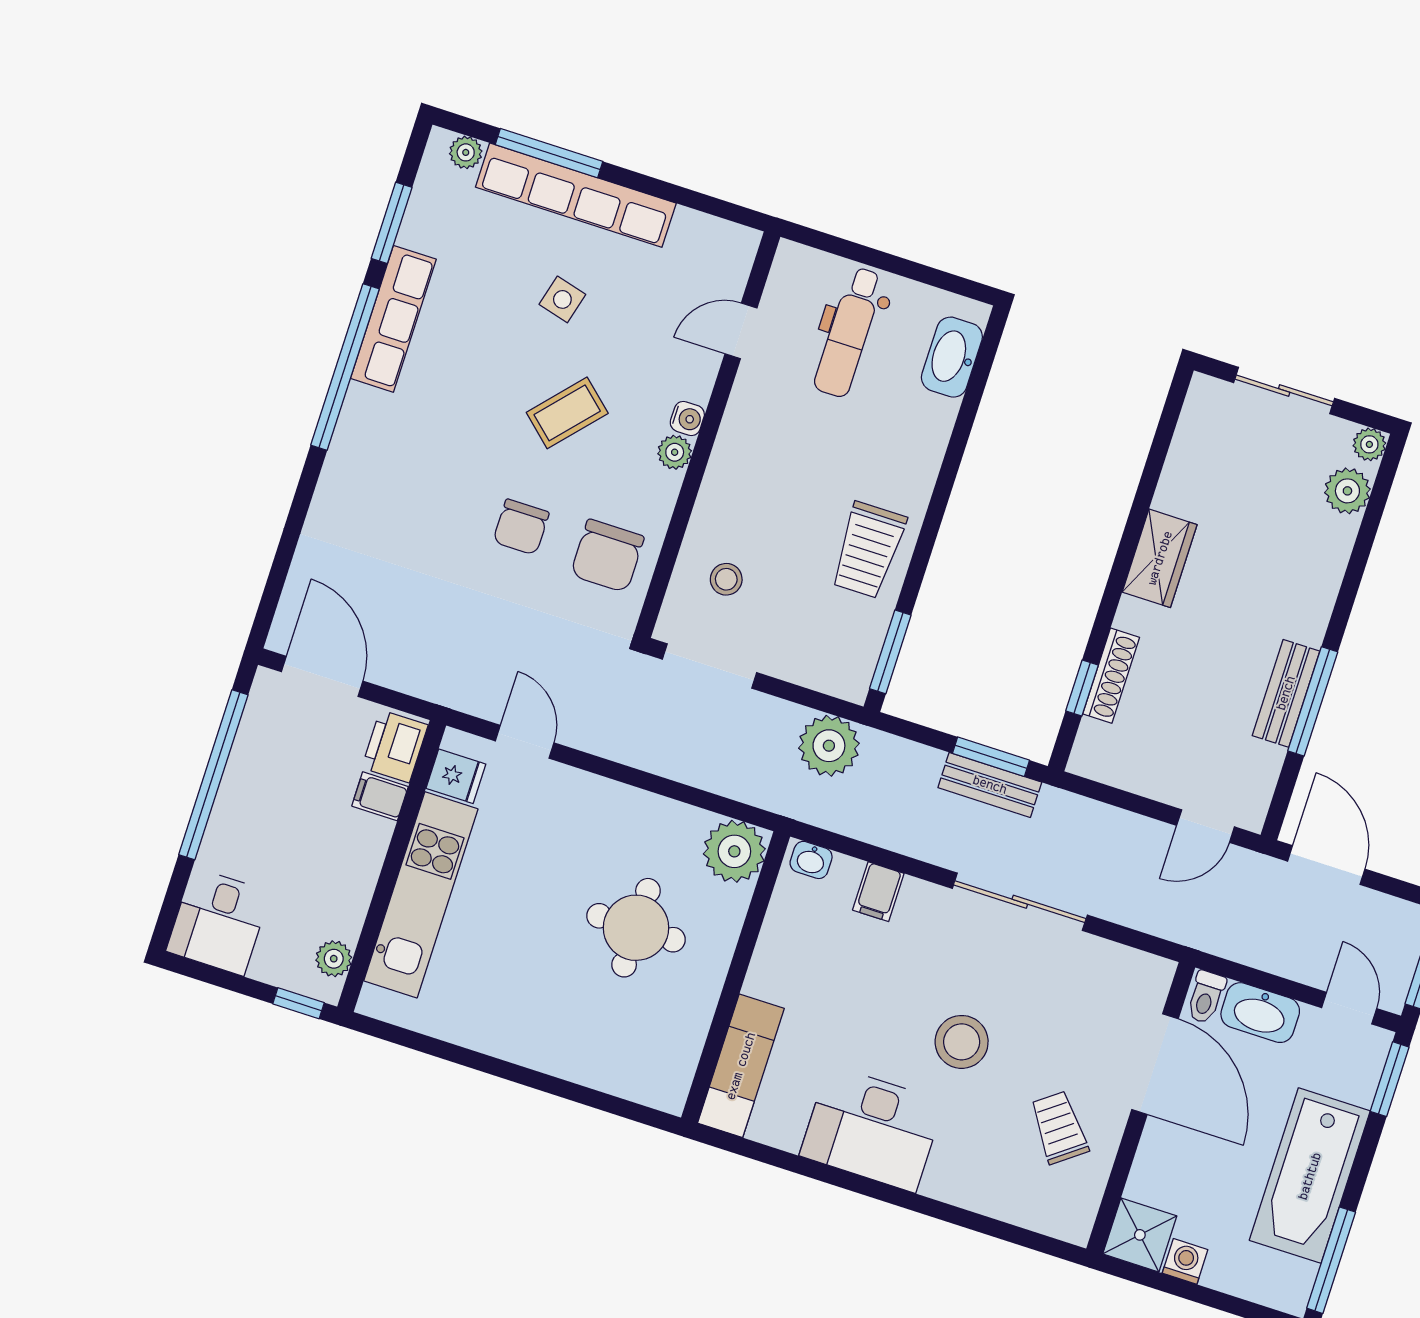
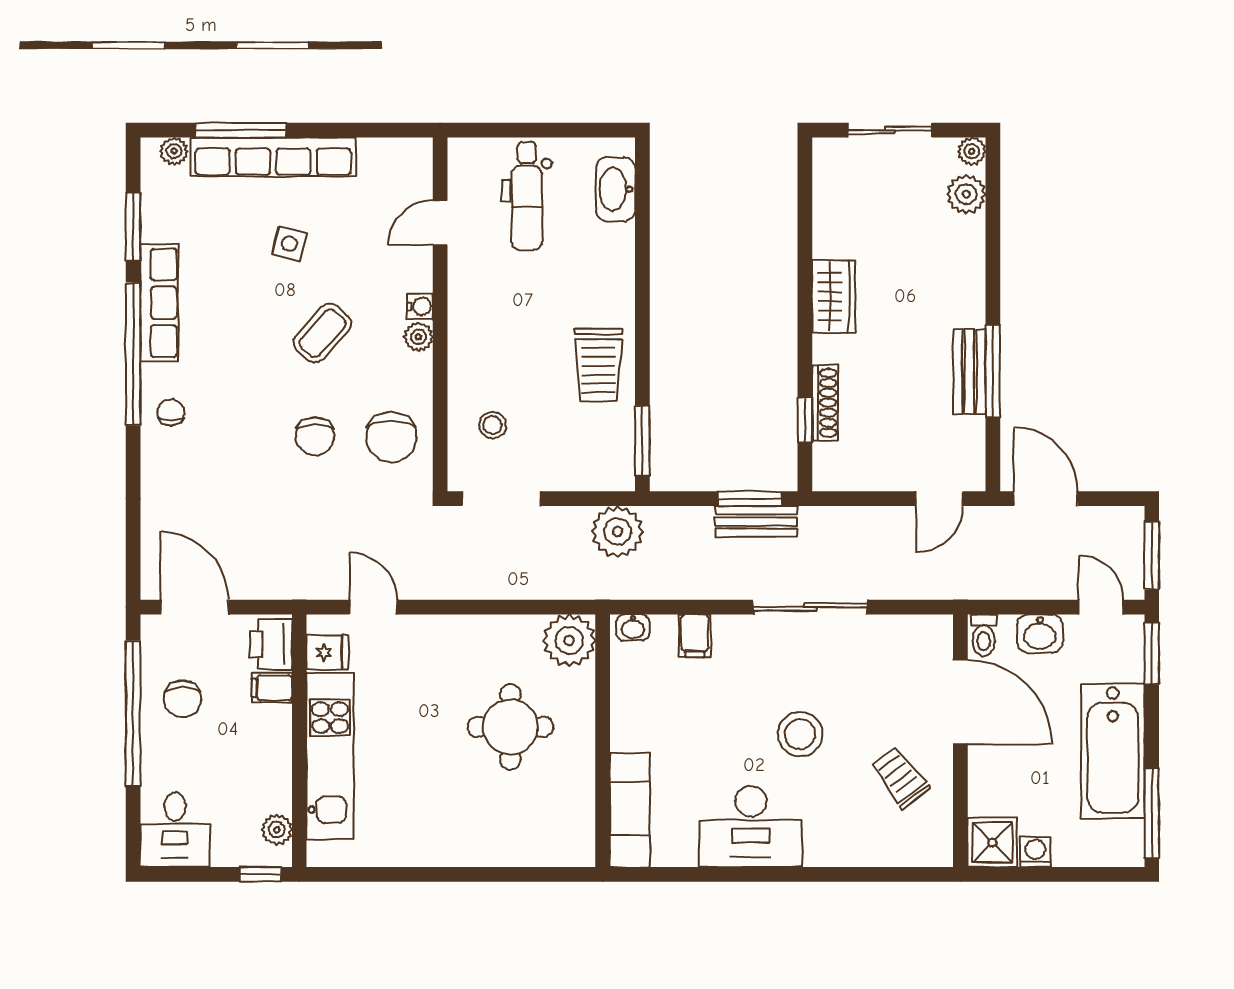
chair: (367, 447) -> (171, 412), added
chair: (275, 776) -> (183, 699), added
washbasin: (1260, 1013) -> (1040, 634), width x0.72

